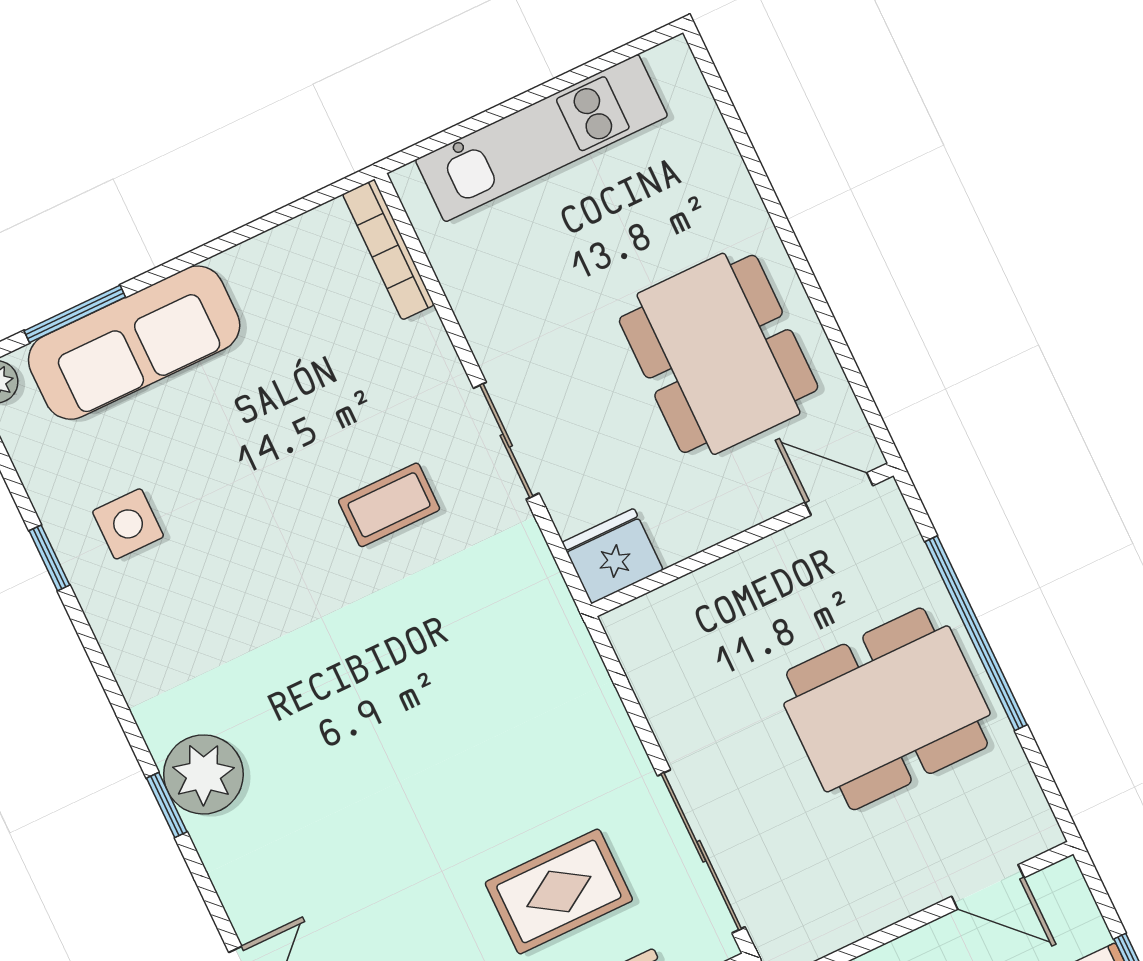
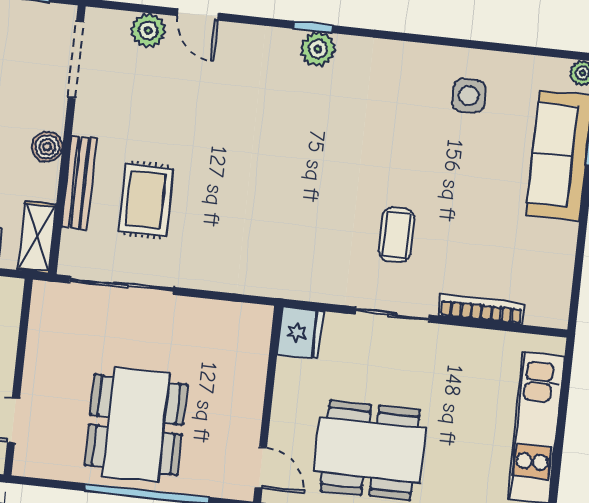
bookcase: (388, 250) -> (482, 310), moved
door: (839, 494) -> (261, 468), hinge flipped
window: (49, 558) -> (476, 45), removed
plant: (203, 774) -> (318, 49), width x0.73, depth x0.73

